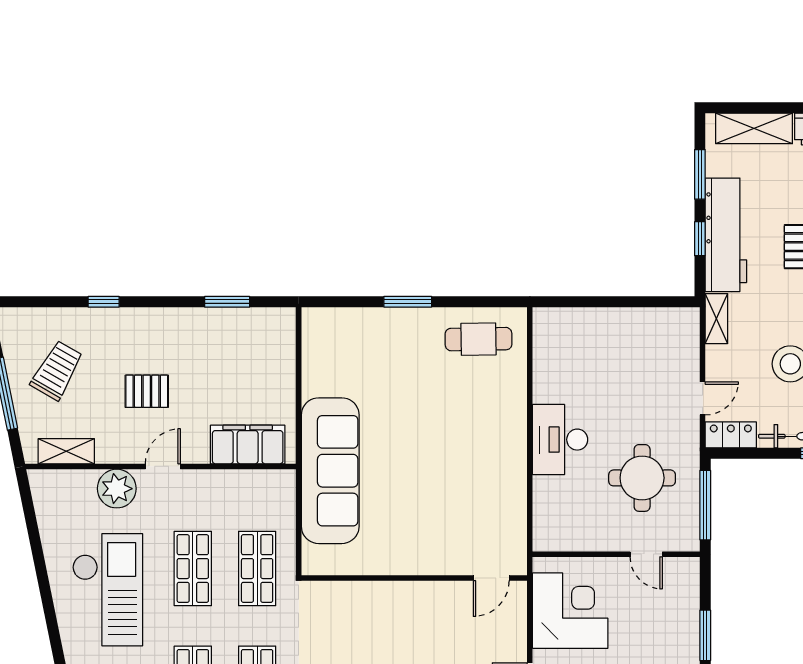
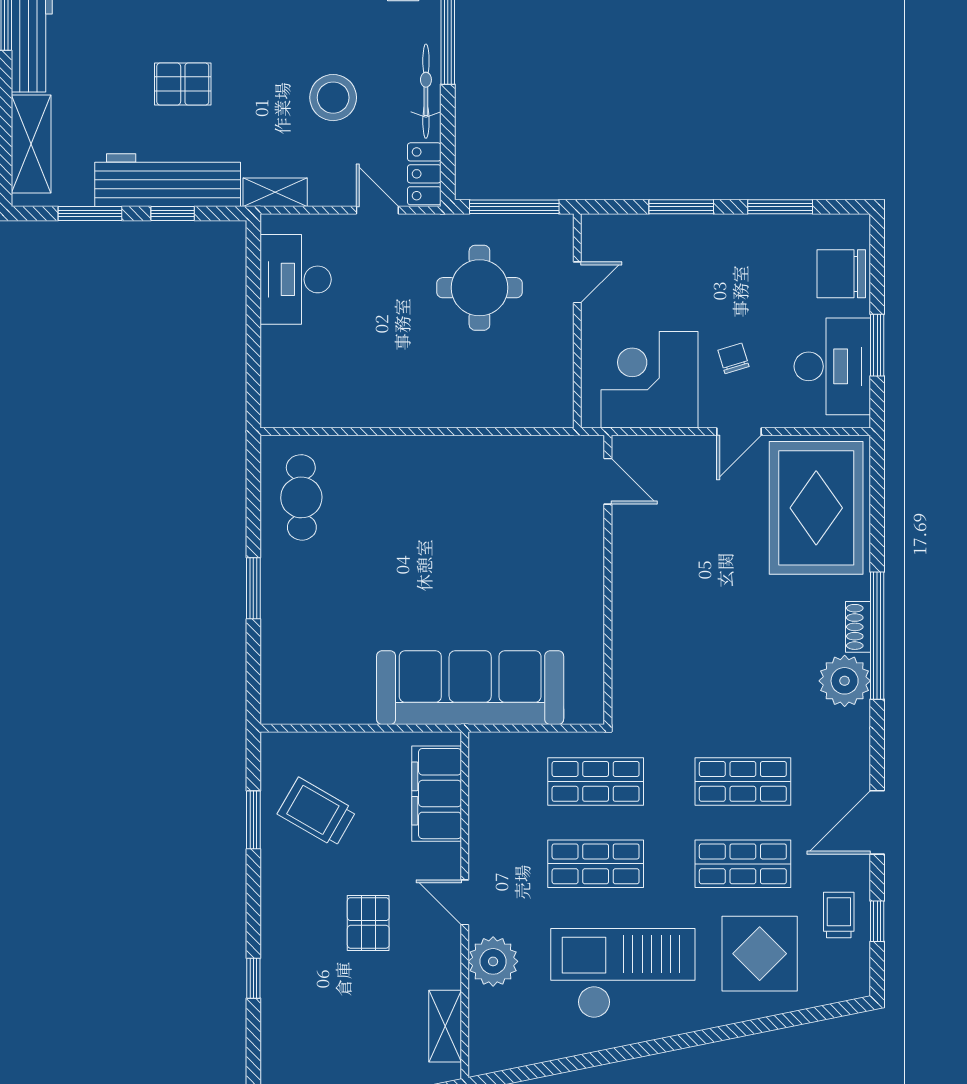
trolley: (57, 370) -> (317, 812), moved
desk: (560, 440) -> (296, 279), moved, turned 90

